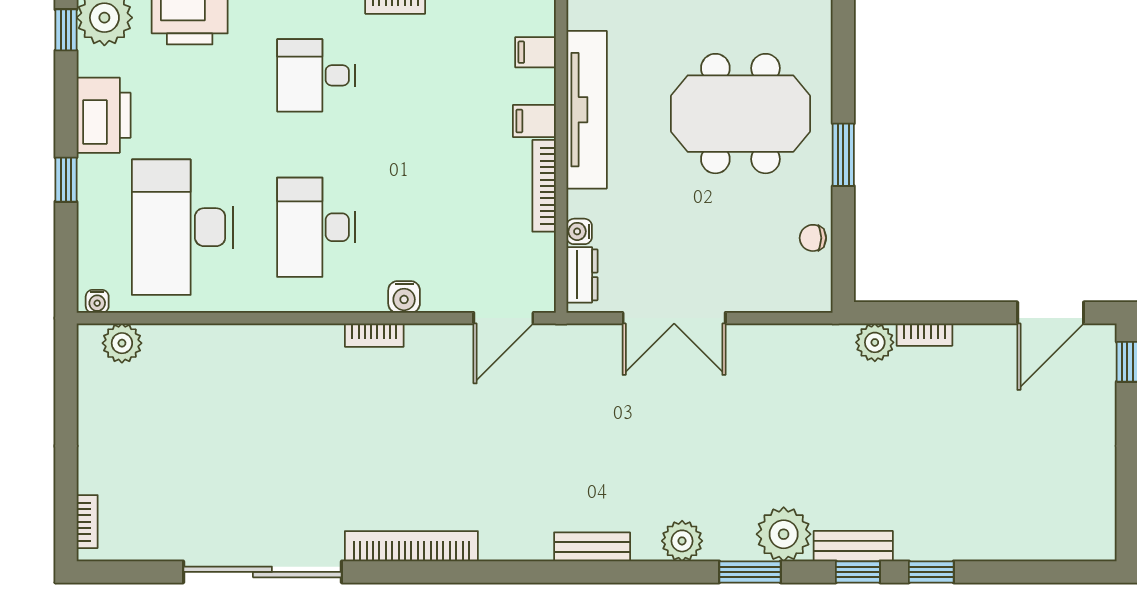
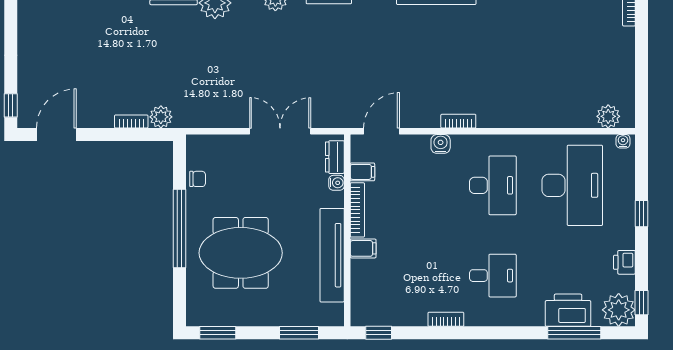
filing cabinet: (535, 52) -> (362, 172), moved
printer: (104, 115) -> (624, 262), width x0.53, depth x0.68
window: (843, 155) -> (179, 228), width x2.11

